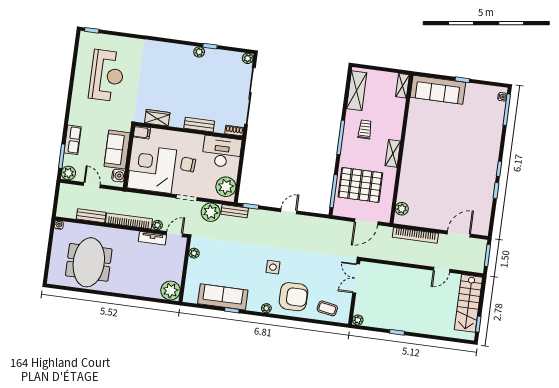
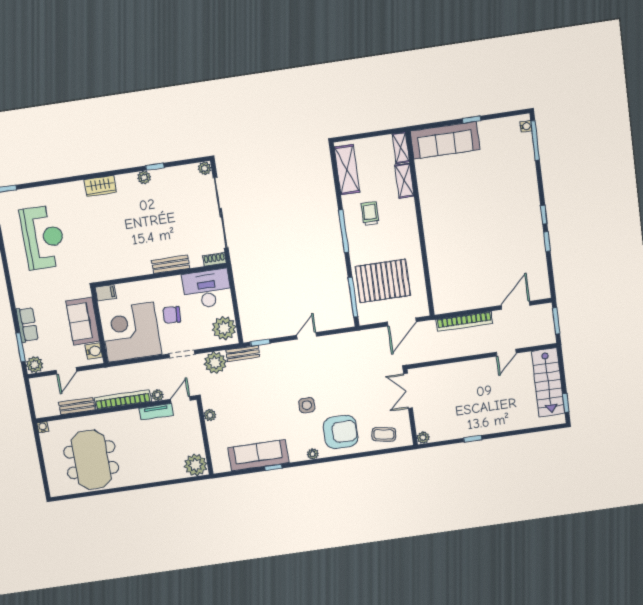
wardrobe: (157, 118) -> (100, 186), moved, turned 180
shelving: (393, 153) -> (404, 181), moved
door: (92, 185) -> (66, 371), swing flipped
plant: (402, 209) -> (440, 295), removed

